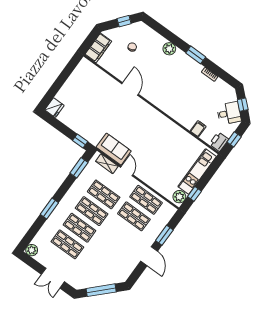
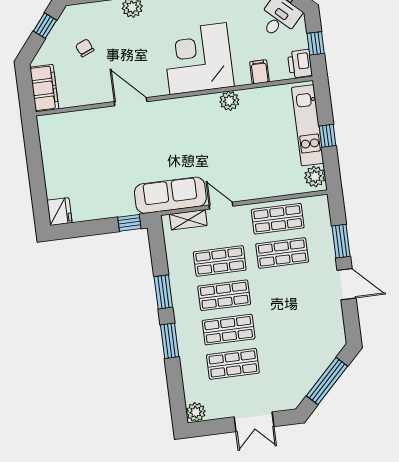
corner desk: (177, 98) -> (198, 59), added
plant: (173, 129) -> (229, 101), added
sofa: (114, 149) -> (170, 195), width x1.36
window: (79, 168) -> (163, 292), moved
window: (194, 194) -> (328, 136), moved

